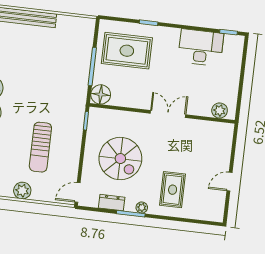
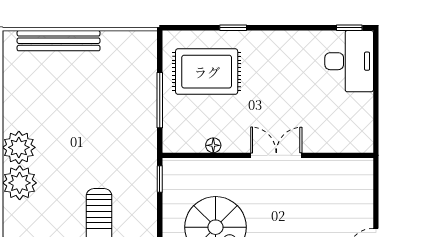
desk: (201, 48) -> (349, 61), moved, turned 90
floor lamp: (101, 94) -> (213, 145), moved, width x0.53, depth x0.53
plant: (220, 111) -> (350, 142), removed

